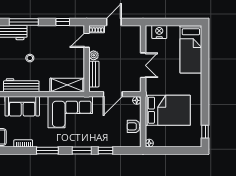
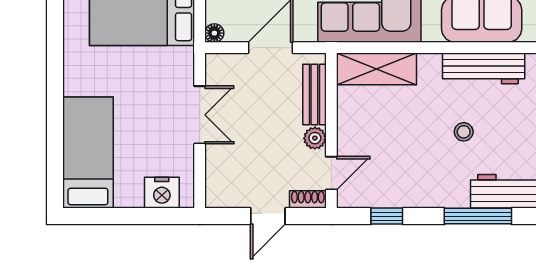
double door: (143, 65) -> (200, 115), swing flipped

